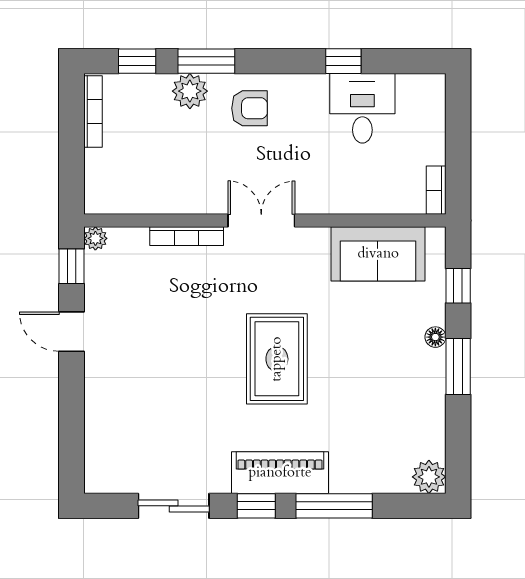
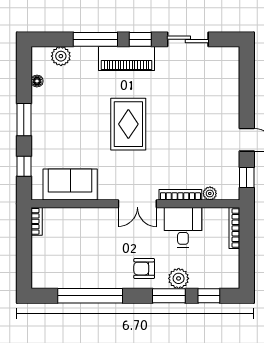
window: (343, 61) -> (90, 296), width x3.17
desk: (362, 108) -> (183, 227), moved, turned 180
bookcase: (93, 112) -> (234, 228), moved
plant: (95, 238) -> (210, 193), moved
floor lamp: (435, 337) -> (37, 81), moved
plant: (429, 477) -> (61, 56), moved

